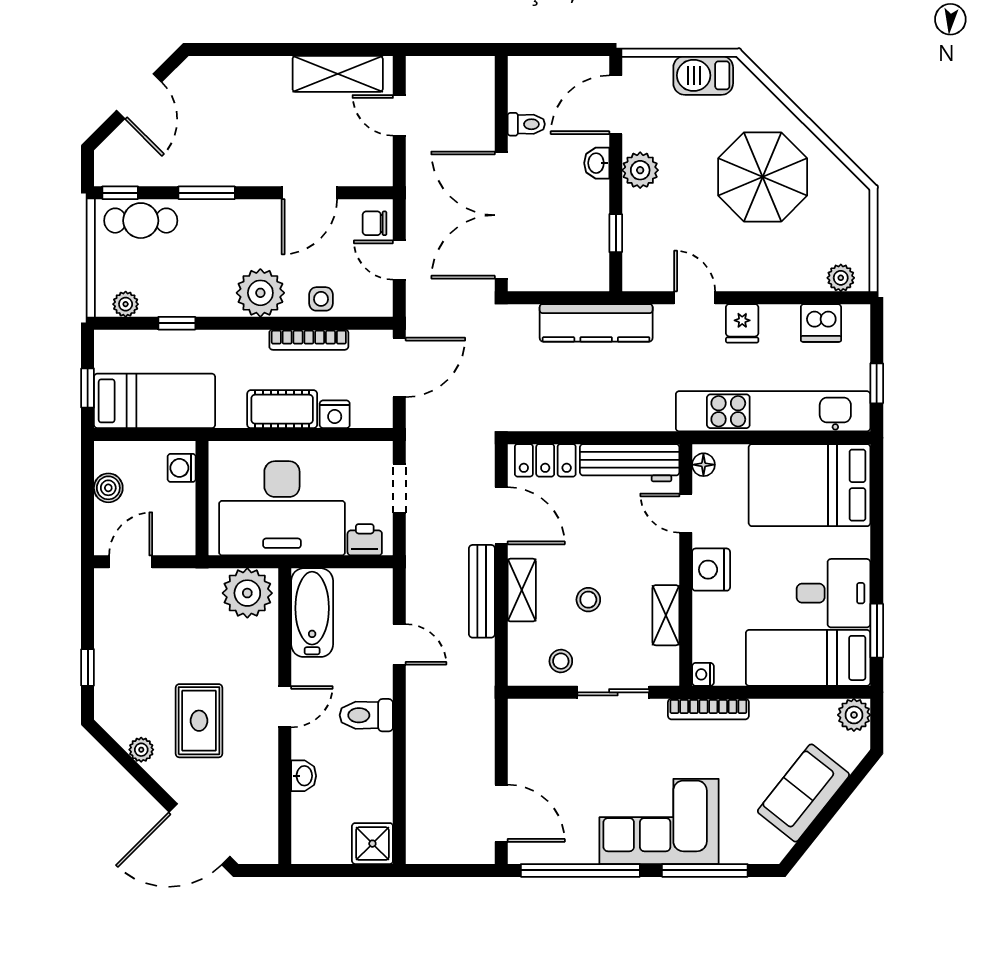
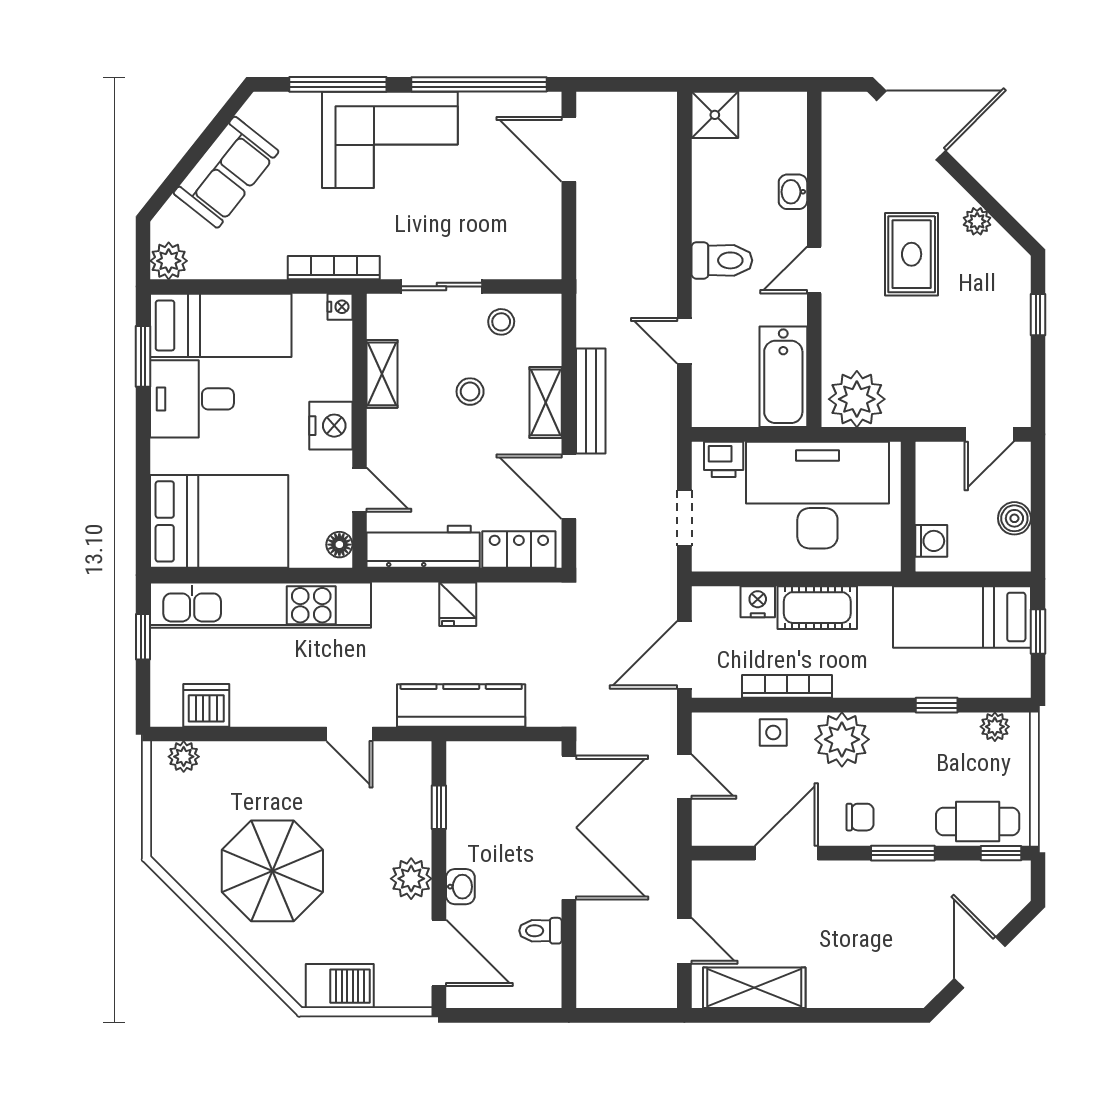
door: (616, 105) -> (439, 953), hinge flipped
chair: (375, 223) -> (860, 817), moved
fridge: (742, 323) -> (458, 604), moved, turned 180

